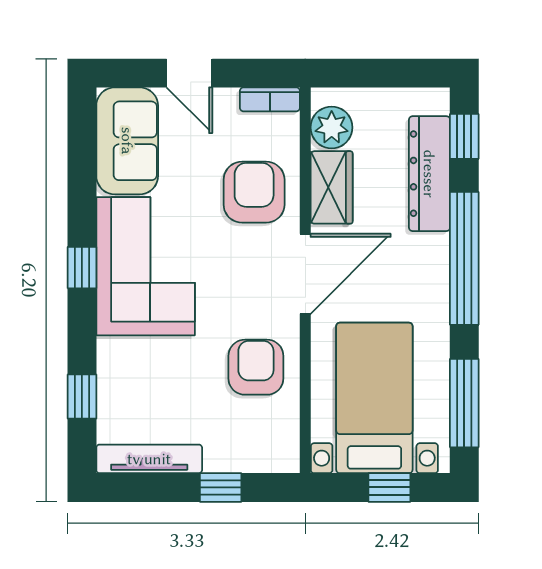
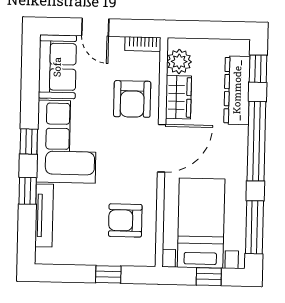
armchair: (254, 192) -> (132, 99), turned 180
armchair: (256, 367) -> (125, 220), moved, turned -90
window: (82, 397) -> (28, 191), moved
tv unit: (149, 459) -> (44, 215), moved, turned 90

